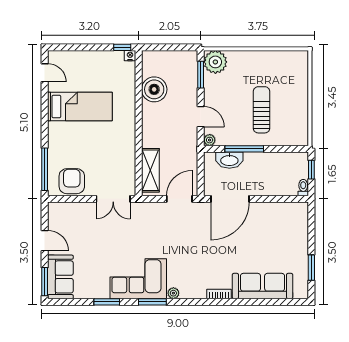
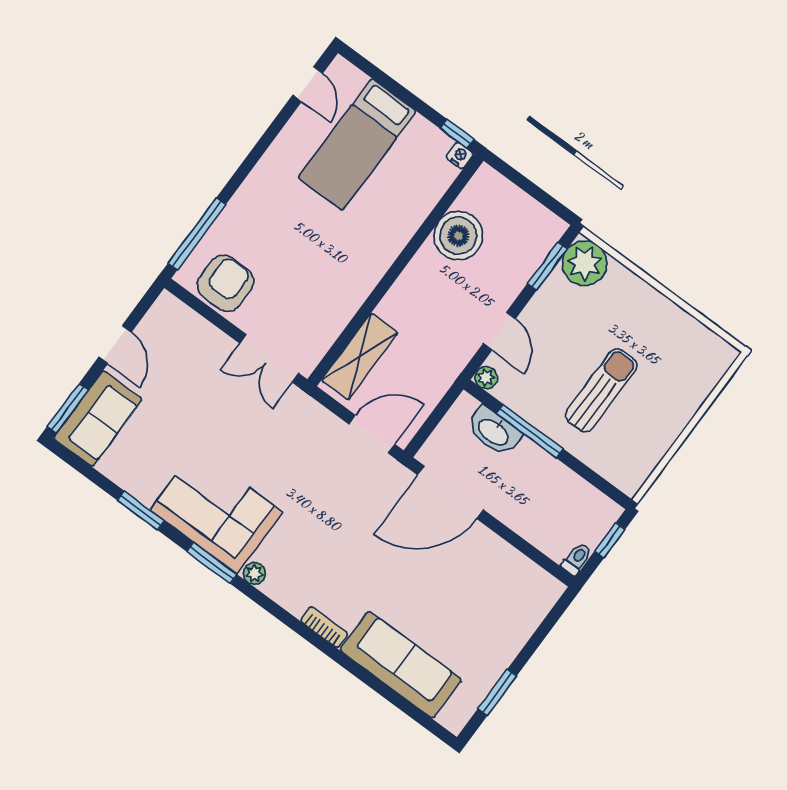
bed: (80, 107) -> (357, 144), moved, turned 90

